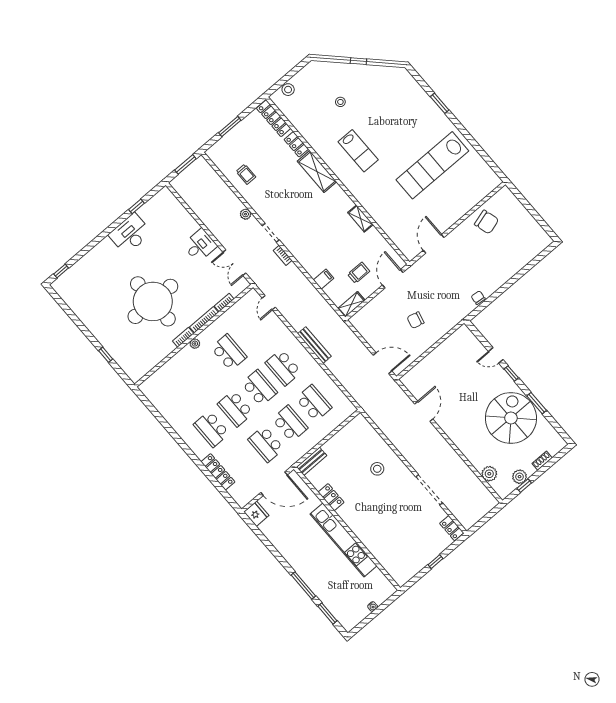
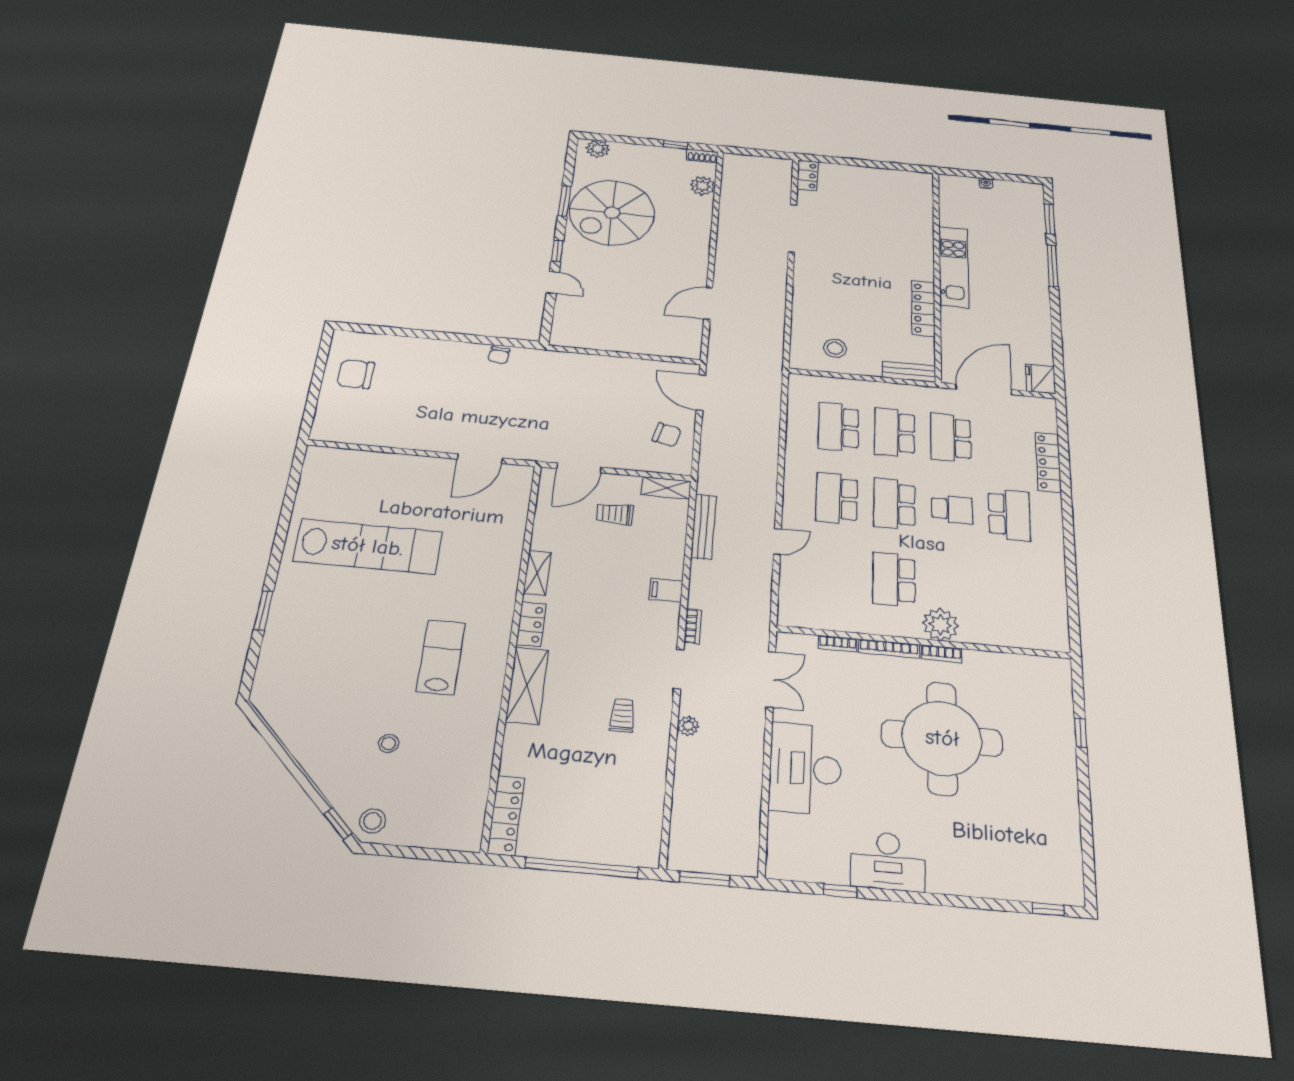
window: (358, 61) -> (338, 824), moved
stool: (288, 90) -> (373, 821), moved
window: (230, 126) -> (582, 868), width x2.11
locker: (296, 144) -> (531, 624), moved
trolley: (246, 174) -> (622, 716), moved
chair: (487, 222) -> (356, 374), moved, turned -74
desk: (200, 245) -> (805, 768), width x1.87, depth x1.30
filing cabinet: (323, 279) -> (666, 590), moved
door: (269, 303) -> (777, 541), moved
chair: (416, 320) -> (667, 435), moved
plant: (195, 344) -> (940, 625), width x1.88, depth x1.88
bench: (314, 345) -> (703, 527), moved
school desk: (283, 367) -> (837, 498), turned 180
school desk: (235, 408) -> (952, 509), width x0.54
school desk: (266, 444) -> (951, 438), turned 180
shoe rack: (542, 461) -> (702, 156), moved
stool: (377, 469) -> (835, 348), moved
plant: (520, 477) -> (598, 149), moved
door: (274, 484) -> (984, 389), hinge flipped
locker: (331, 497) -> (923, 308), width x1.53
kitchen unit: (343, 540) -> (954, 267), width x0.73
window: (436, 562) -> (863, 163), removed

